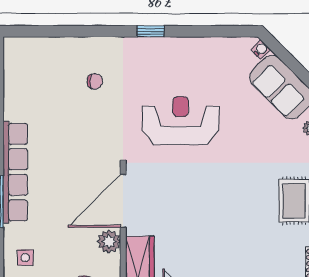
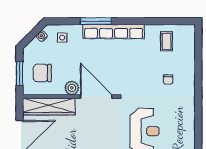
window: (151, 31) -> (198, 113), removed
coffee table: (31, 84) -> (167, 41), added

